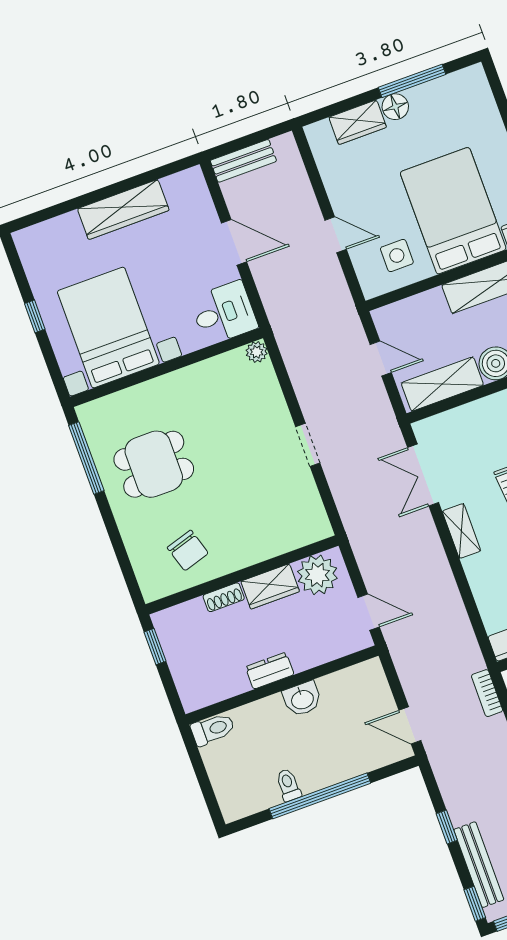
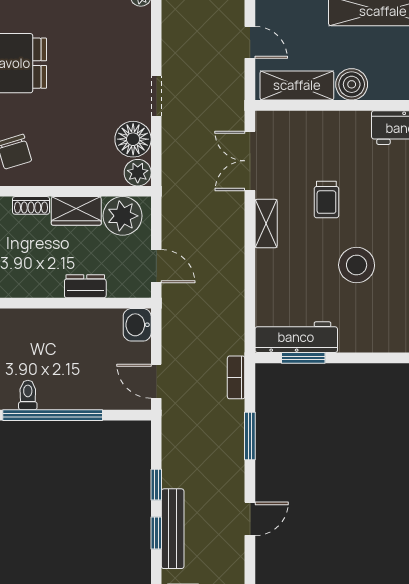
floor lamp: (300, 496) -> (133, 139), added
plant: (317, 527) -> (138, 173), added
dresser: (270, 671) -> (85, 286), moved
washbasin: (302, 699) -> (137, 325), moved, turned 90
window: (475, 904) -> (156, 533), moved

